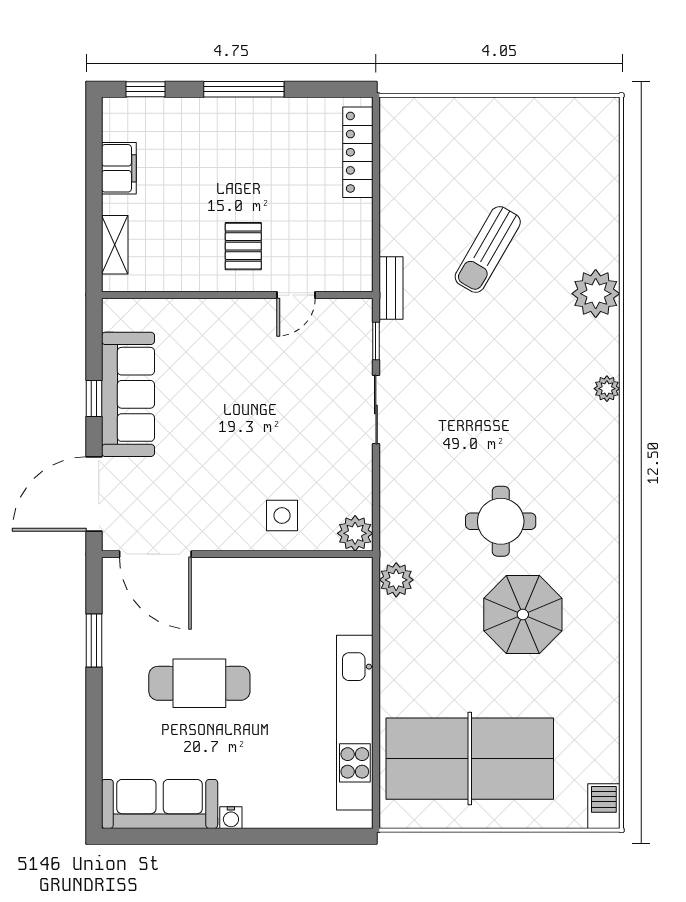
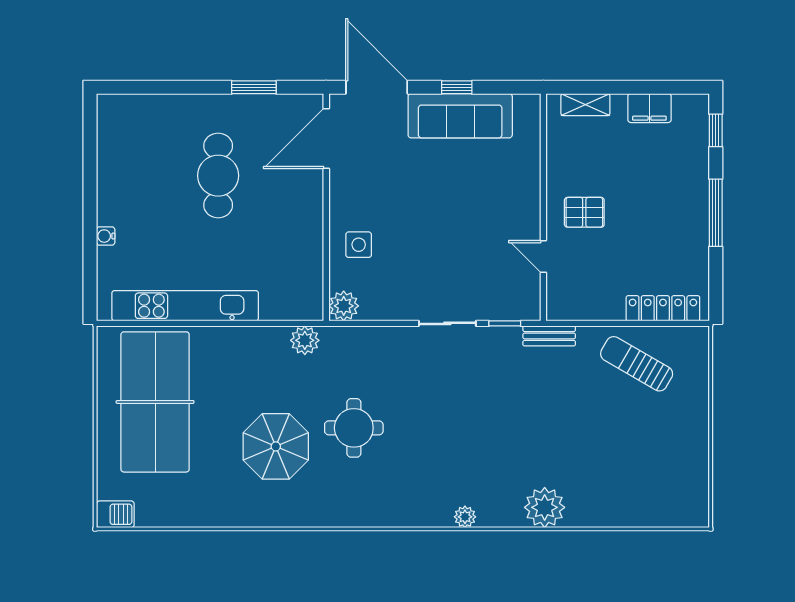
sun lounger: (488, 249) -> (637, 364), moved
sofa: (160, 804) -> (117, 142), removed
water cooler: (231, 818) -> (106, 236), moved

